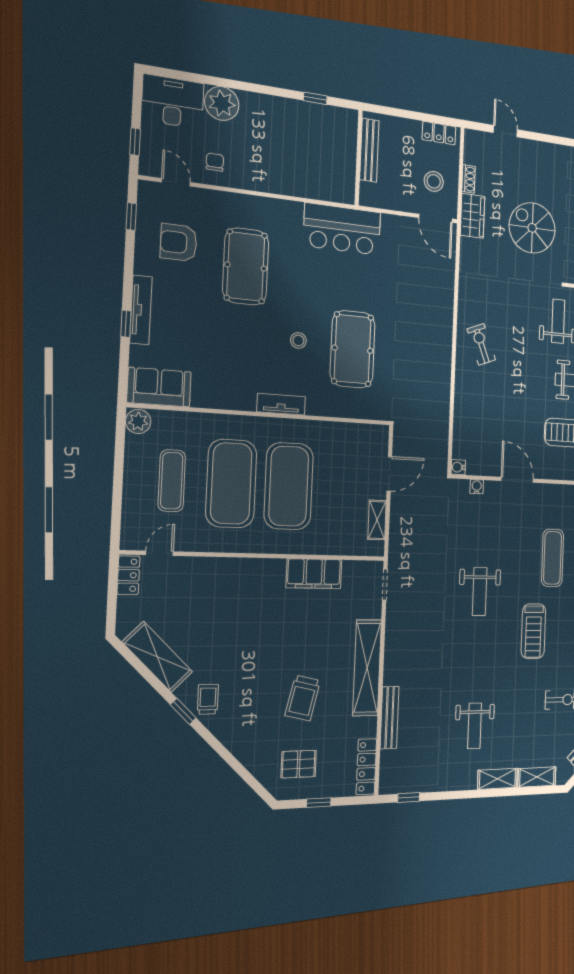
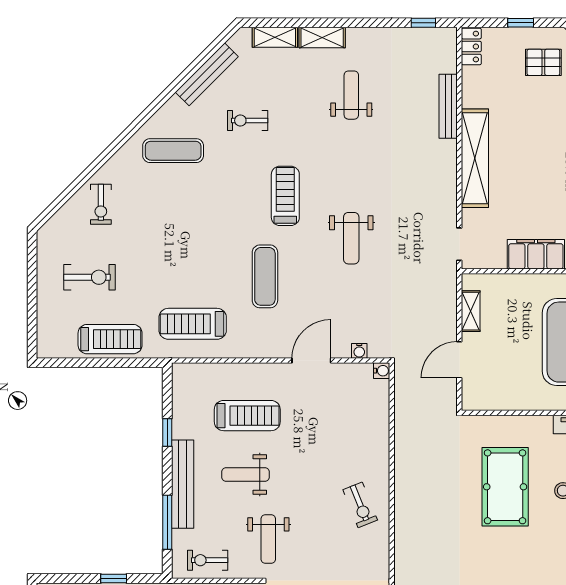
door: (517, 480) -> (311, 361), swing flipped
weight bench: (480, 592) -> (351, 238), turned 180
trolley: (303, 698) -> (542, 129), removed
locker: (366, 767) -> (471, 47), width x0.66

